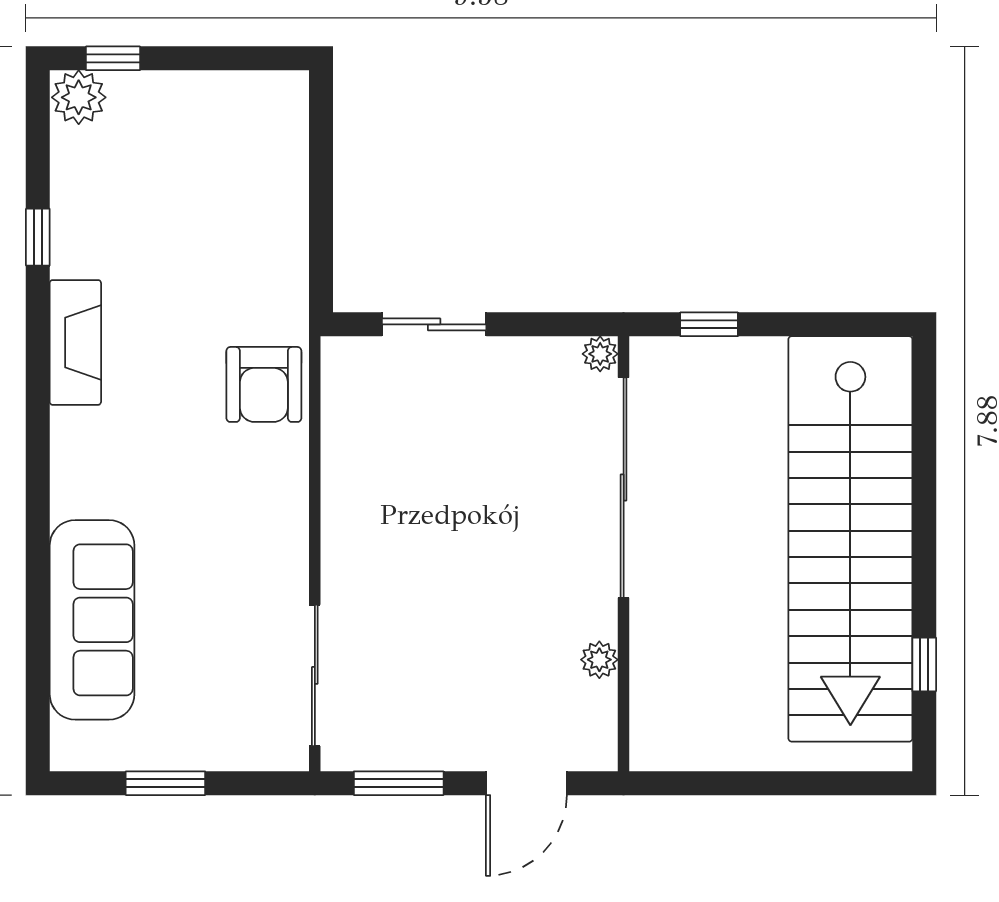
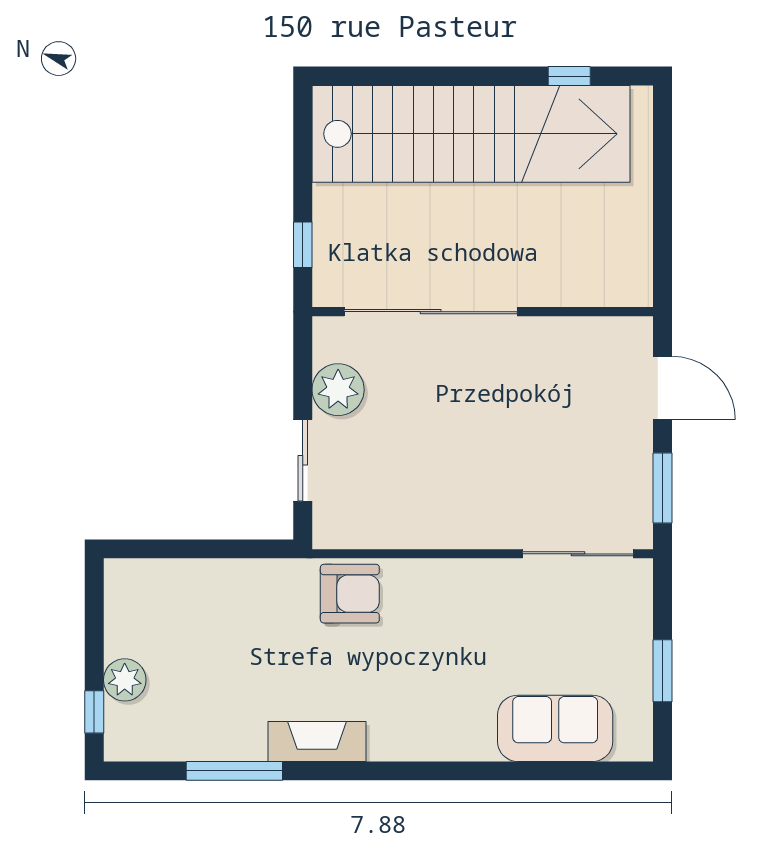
plant: (79, 97) -> (125, 680), moved
window: (38, 237) -> (234, 771), width x2.17
plant: (600, 354) -> (338, 390), moved, width x1.87, depth x1.87
sofa: (92, 620) -> (555, 728), width x0.73
plant: (599, 660) -> (566, 331), removed

